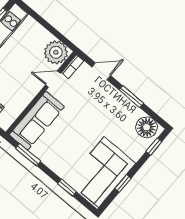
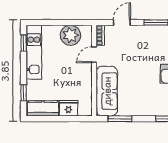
plant: (56, 52) -> (71, 35), moved

